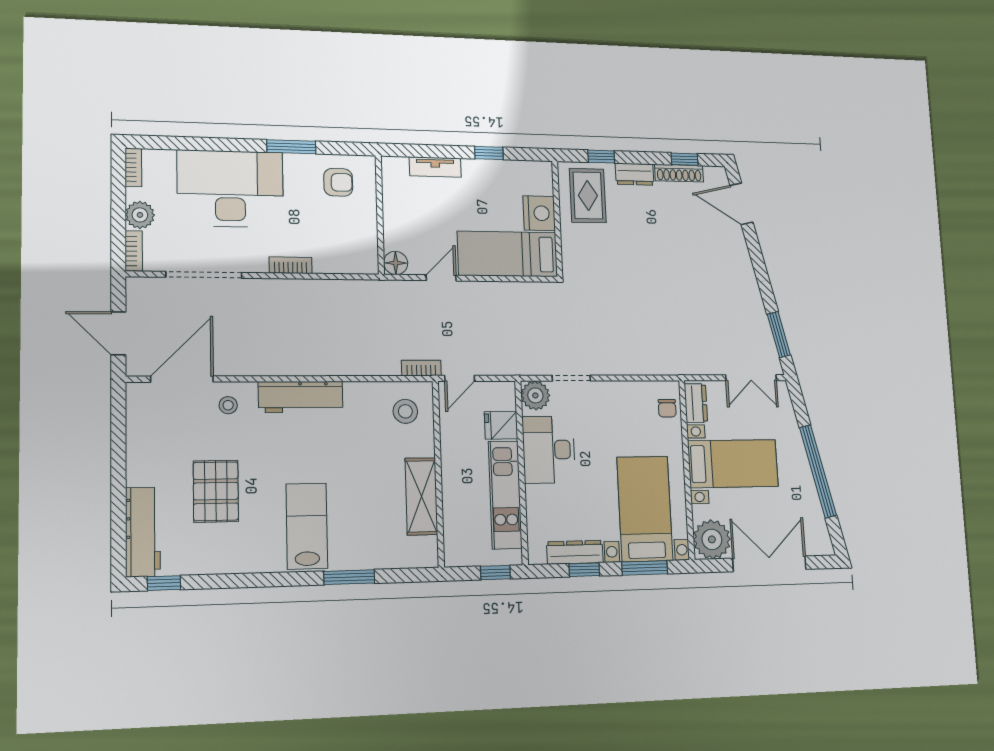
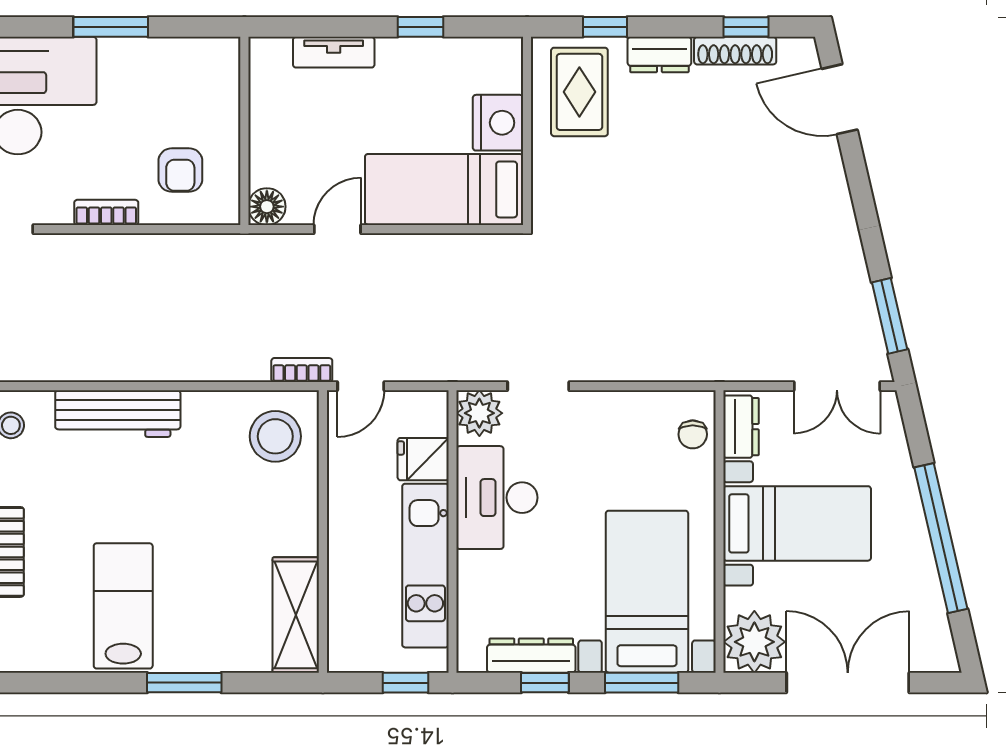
armchair: (338, 182) -> (180, 170), moved, turned 90
stool: (405, 411) -> (275, 436), width x1.38, depth x1.38
shelving: (421, 496) -> (296, 615), moved

